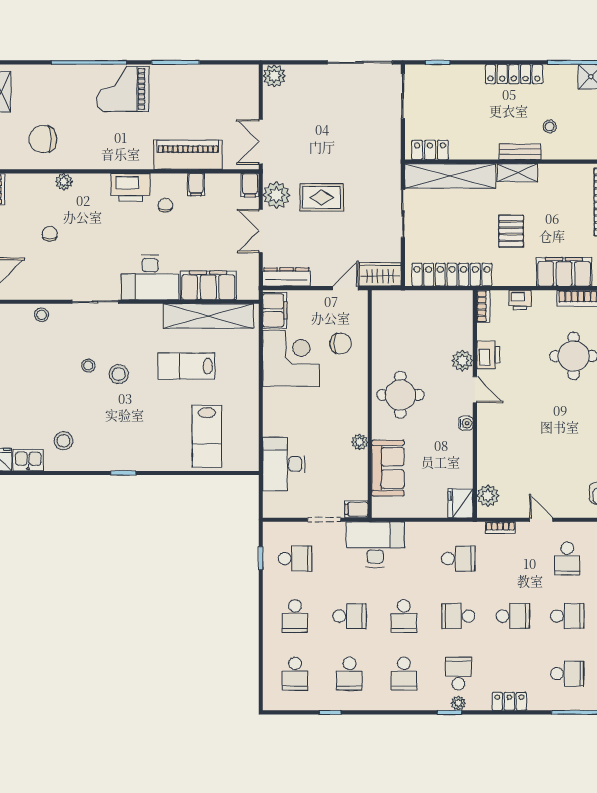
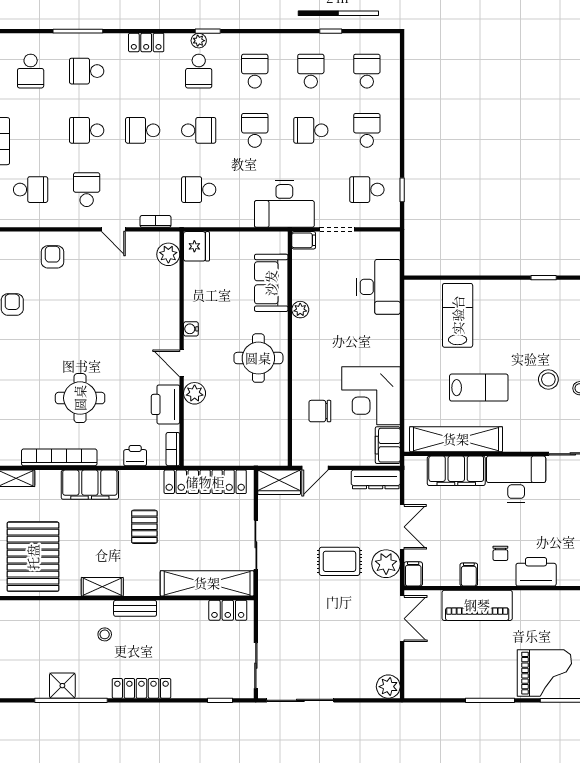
shelving: (517, 173) -> (102, 587), moved
printer: (488, 355) -> (166, 404), width x1.37, depth x1.19

